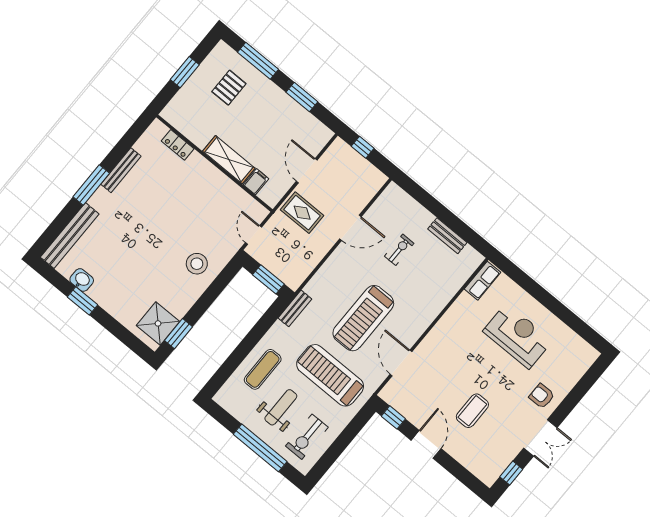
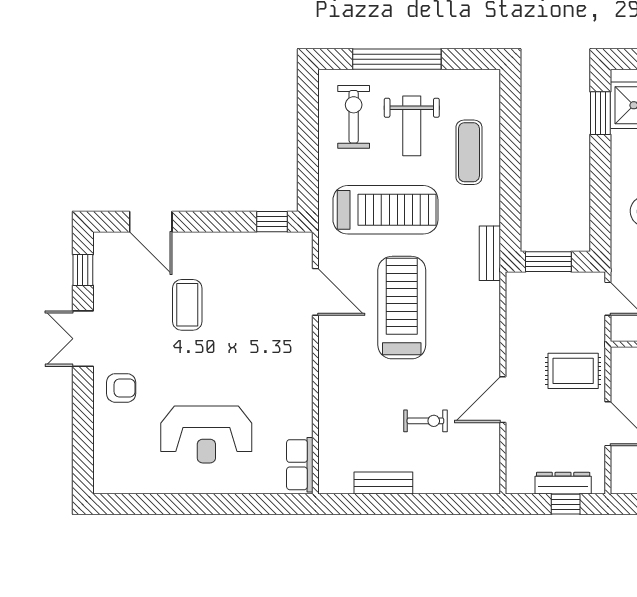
dresser: (355, 159) -> (563, 483), added
exercise bike: (399, 250) -> (425, 421), turned -90
door: (426, 444) -> (151, 222), moved

